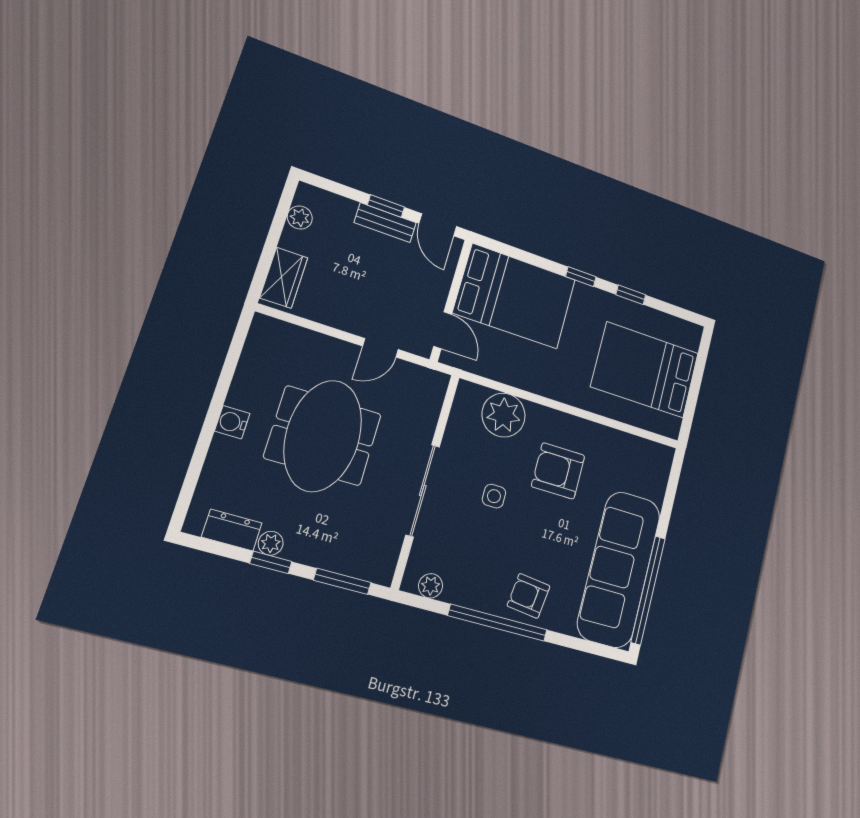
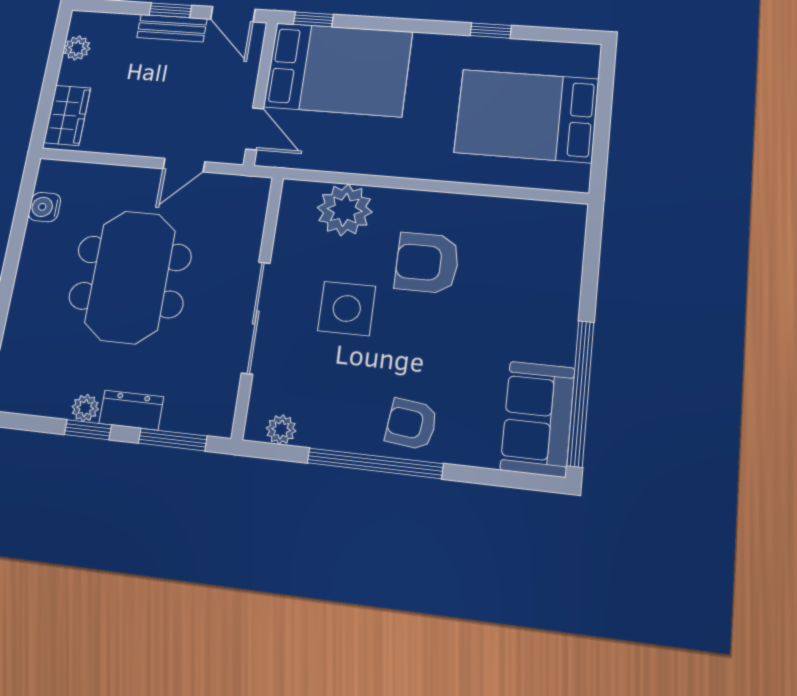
window: (581, 277) -> (313, 19), moved
water cooler: (232, 422) -> (45, 207), moved
side table: (494, 496) -> (347, 308), width x1.87, depth x1.87
dresser: (232, 530) -> (131, 410), moved
sofa: (619, 569) -> (538, 419), width x0.54, depth x0.79

